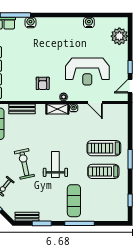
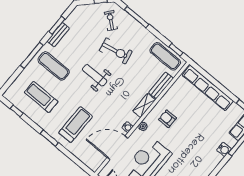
door: (95, 103) -> (118, 148), width x1.87
shelving: (57, 109) -> (144, 105), moved
weight bench: (55, 164) -> (95, 75), turned 180
treadmill: (103, 171) -> (41, 97), moved, turned -90
bench: (27, 217) -> (58, 35), moved

